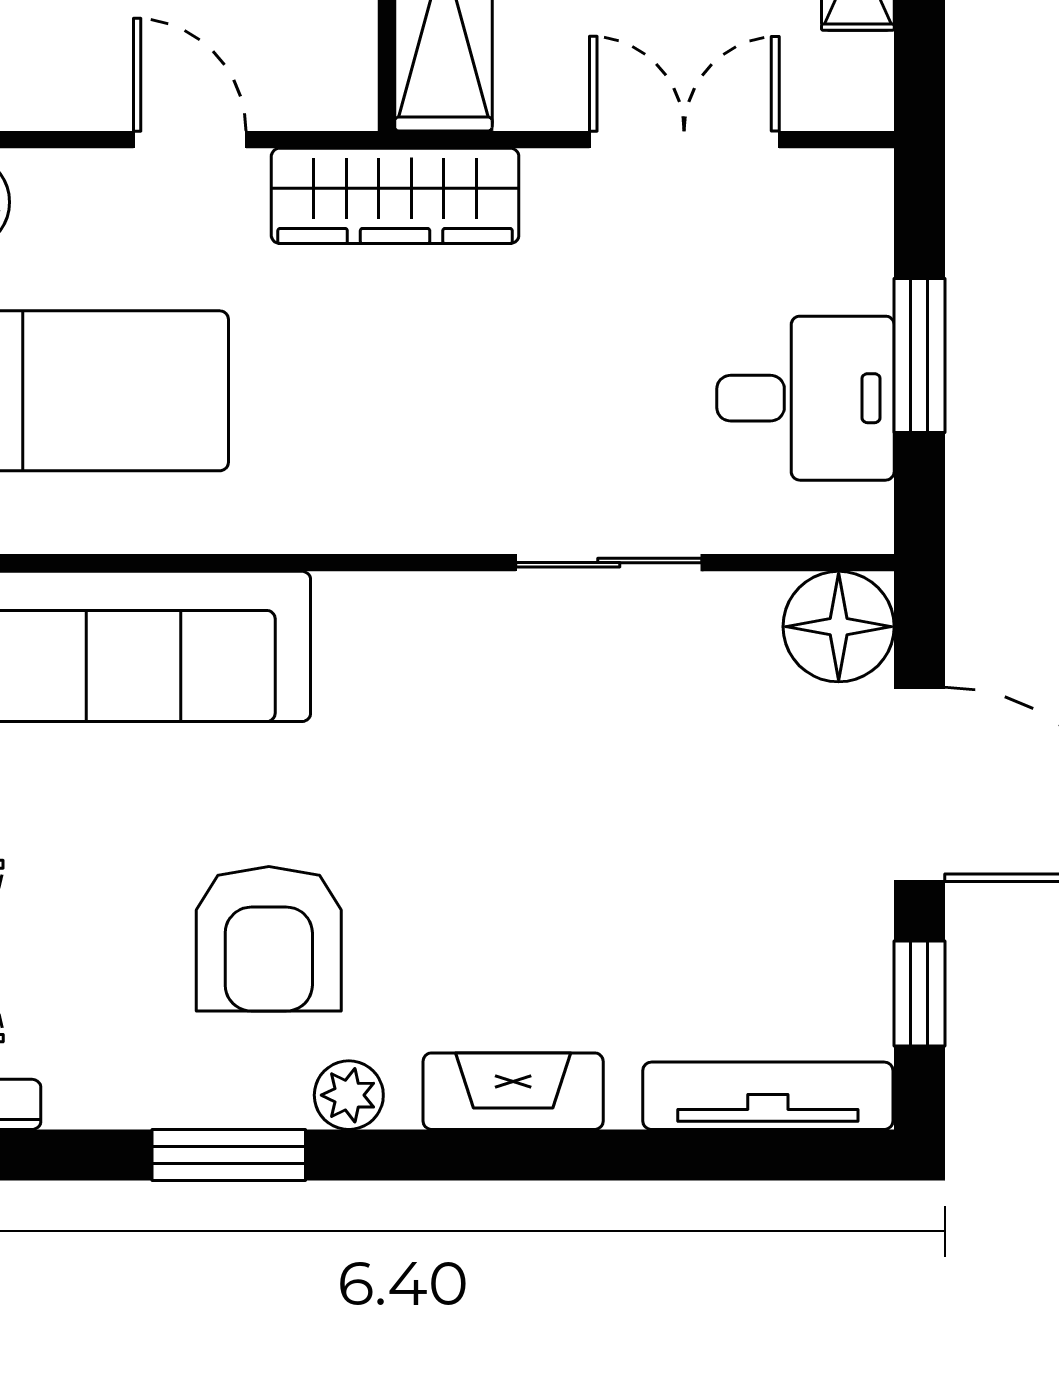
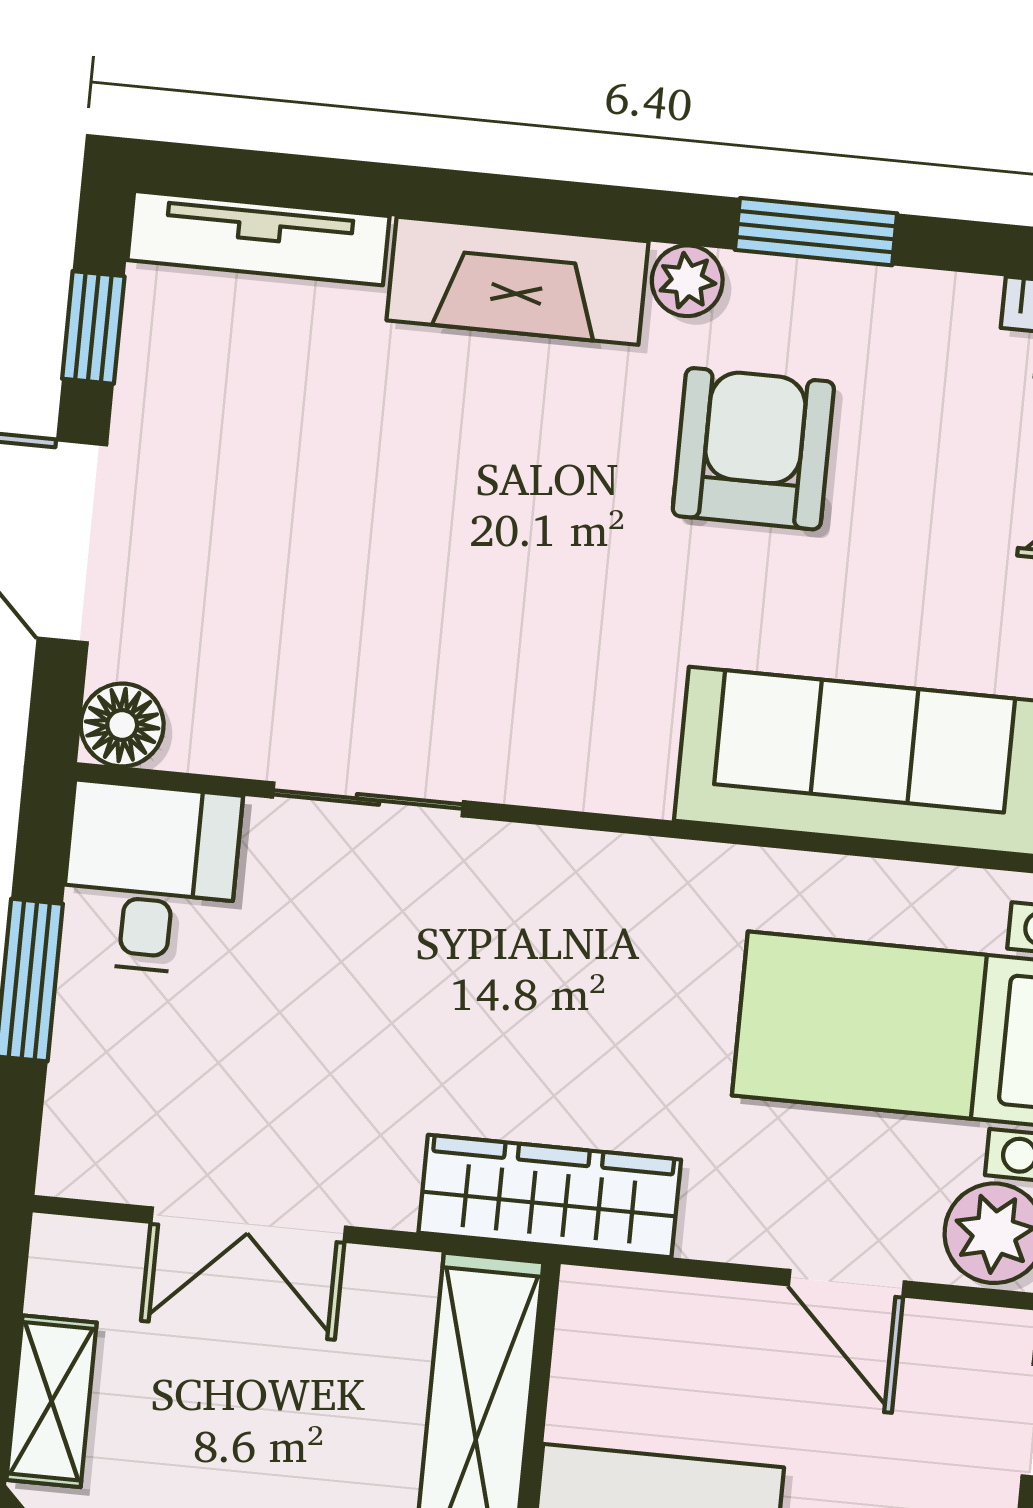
door: (190, 140) -> (846, 1283), moved
desk: (805, 398) -> (150, 878), moved, turned 90
floor lamp: (839, 627) -> (122, 725), width x0.73, depth x0.73
fireplace: (513, 1091) -> (518, 281), width x1.37, depth x1.32

